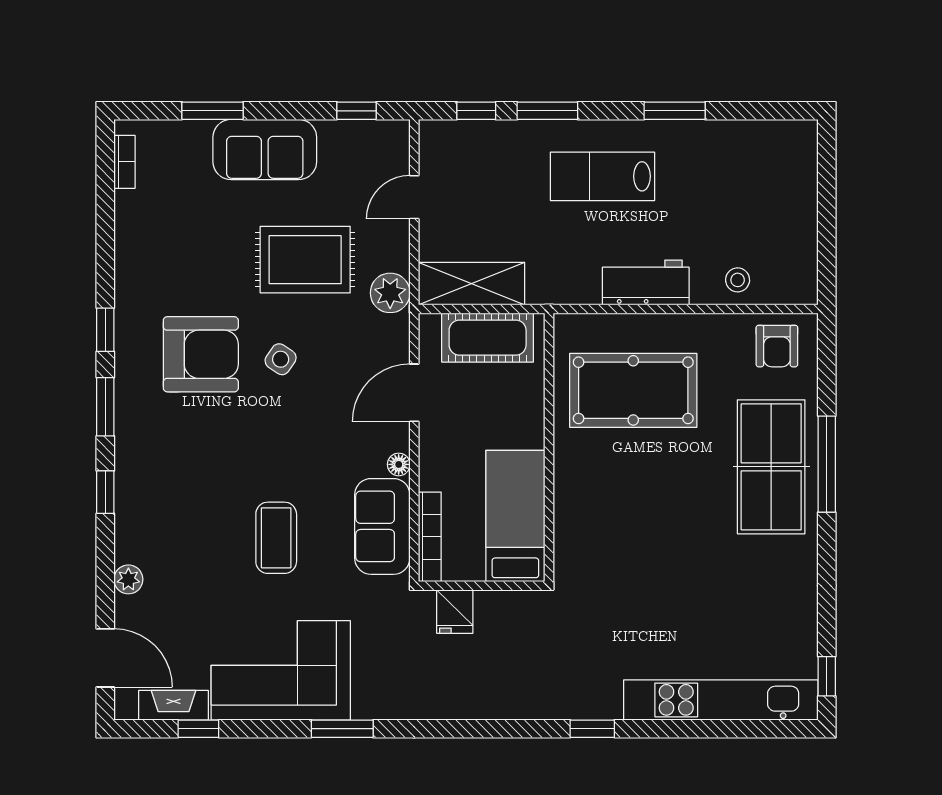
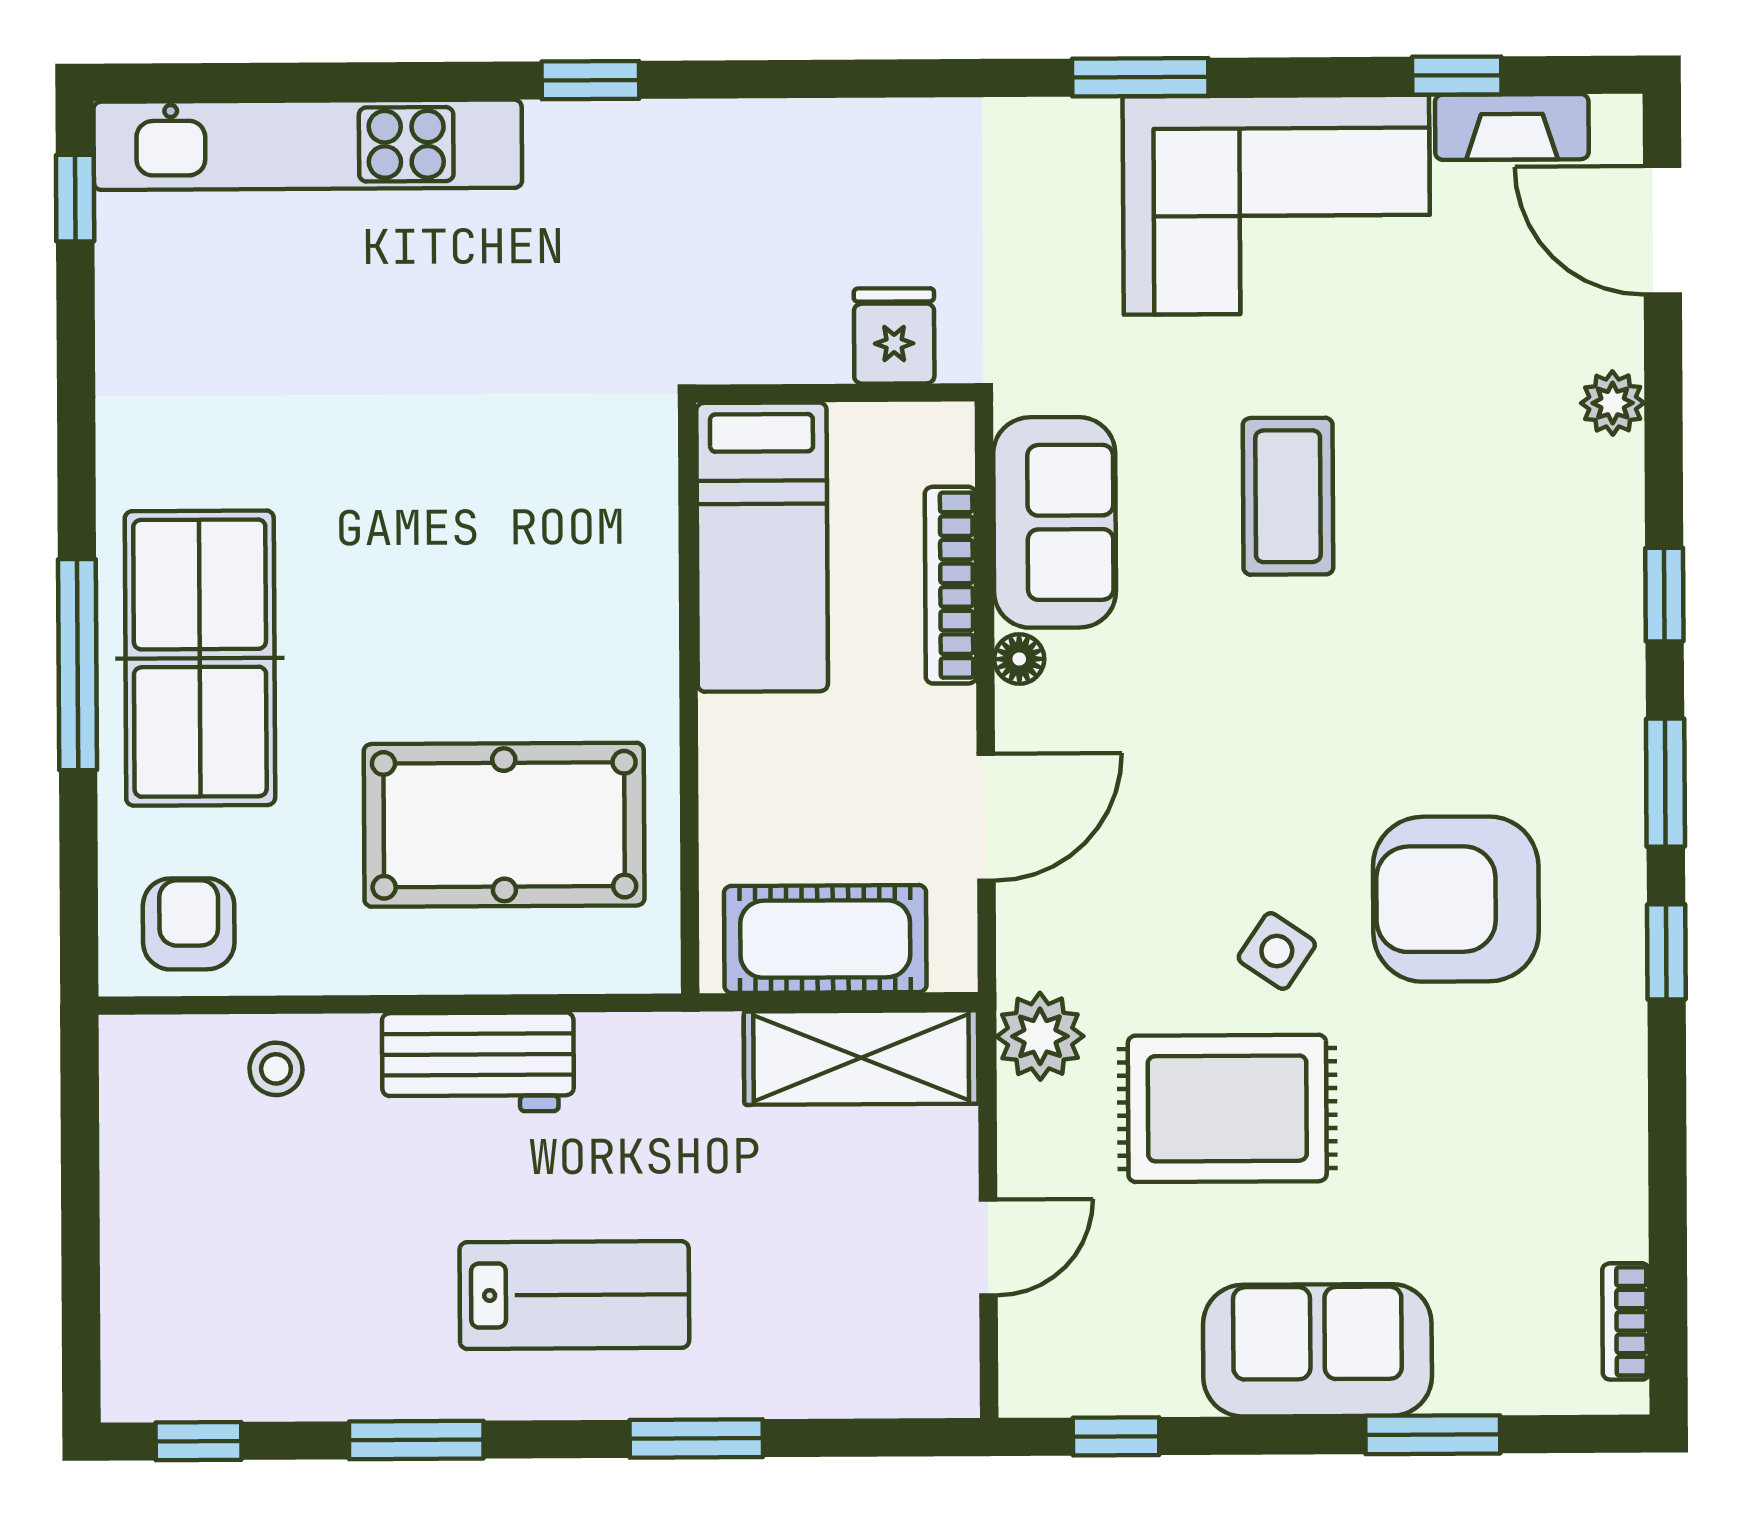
window: (476, 111) -> (198, 1441), moved
side table: (281, 359) -> (1277, 951), moved
bookcase: (430, 537) -> (951, 585), moved

